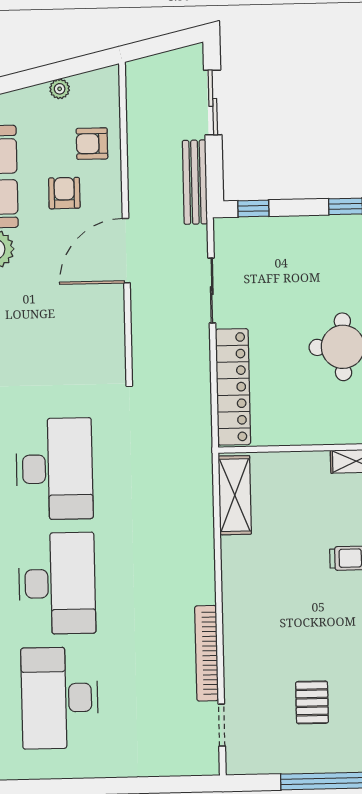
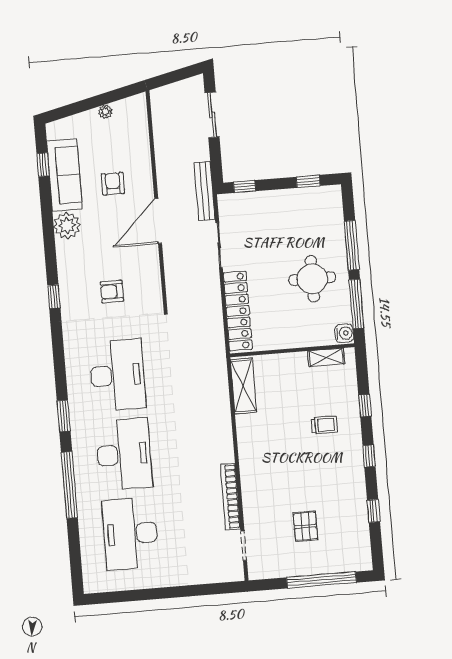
armchair: (92, 144) -> (112, 292), moved
bench: (195, 182) -> (205, 191), moved

